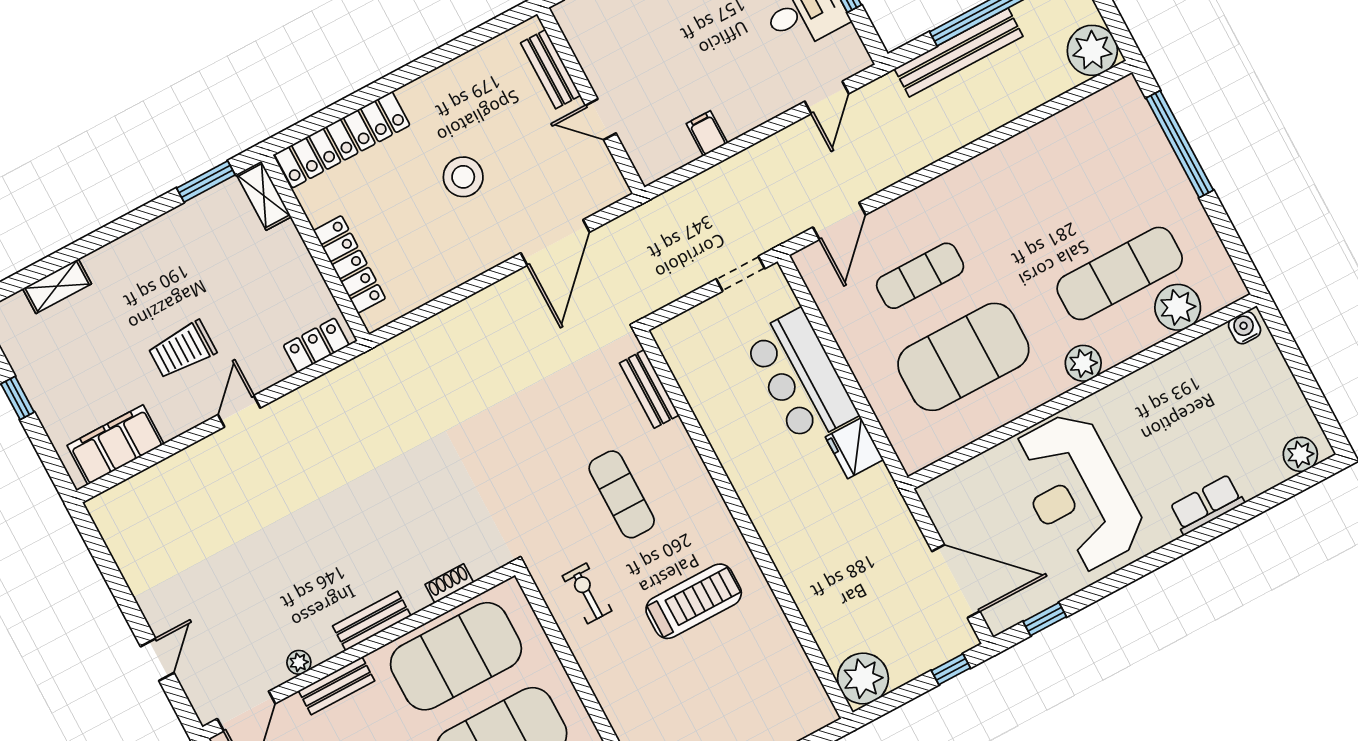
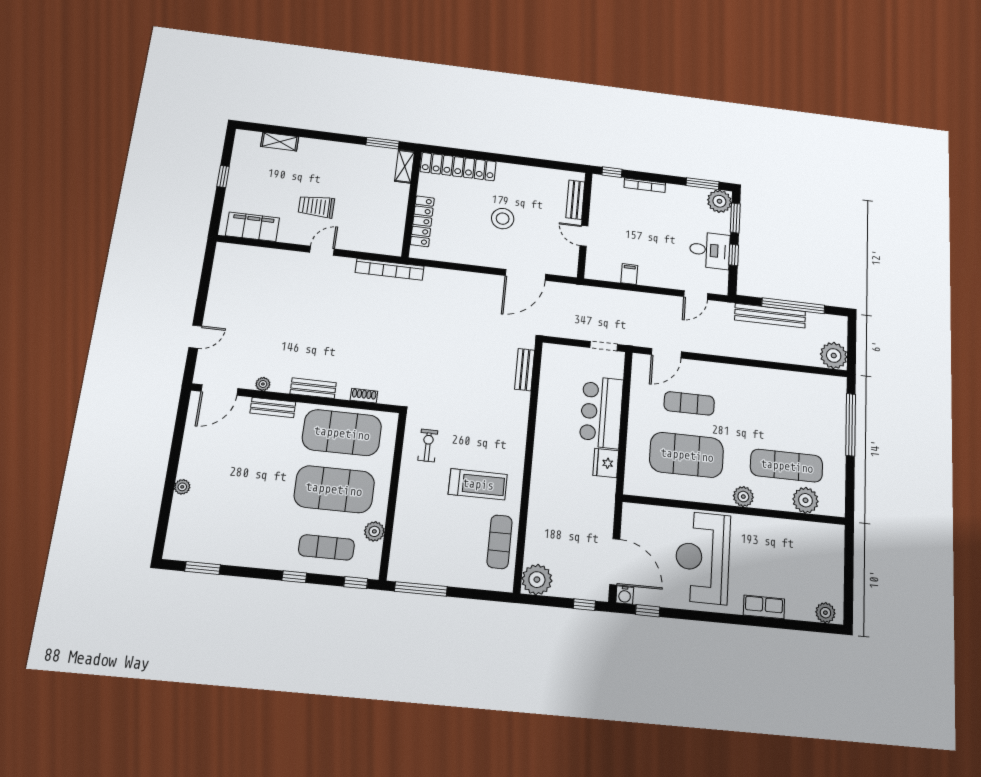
water cooler: (1245, 328) -> (625, 595), moved, turned 180
locker: (316, 345) -> (380, 246), removed
bookcase: (354, 372) -> (390, 269), added
exercise mat: (622, 494) -> (500, 542), moved

